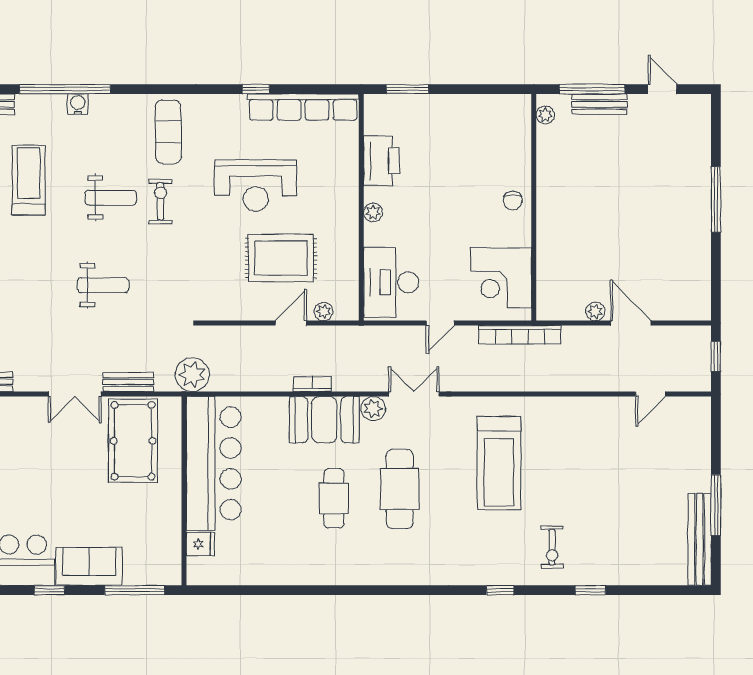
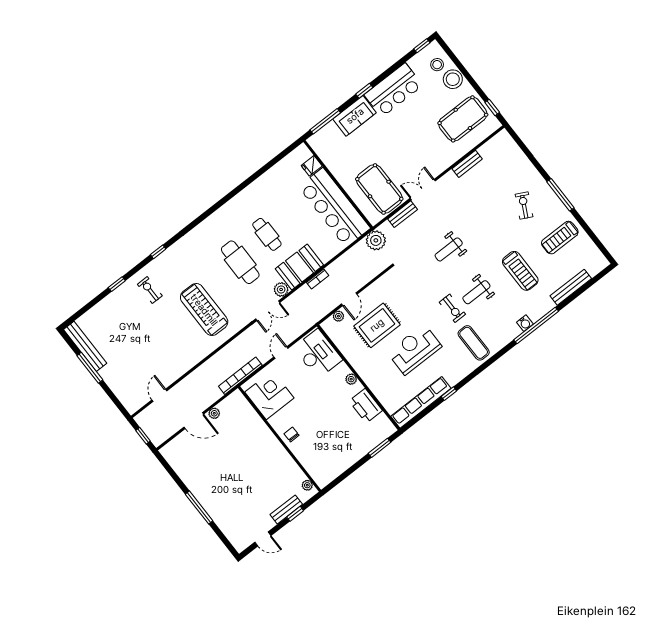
window: (592, 89) -> (295, 514), width x0.46

